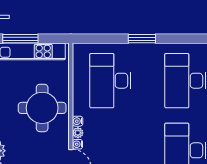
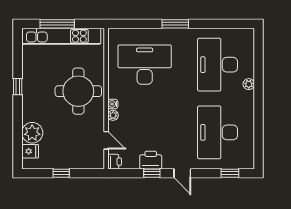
desk: (110, 81) -> (145, 65), turned 90
water cooler: (77, 144) -> (113, 126), removed

